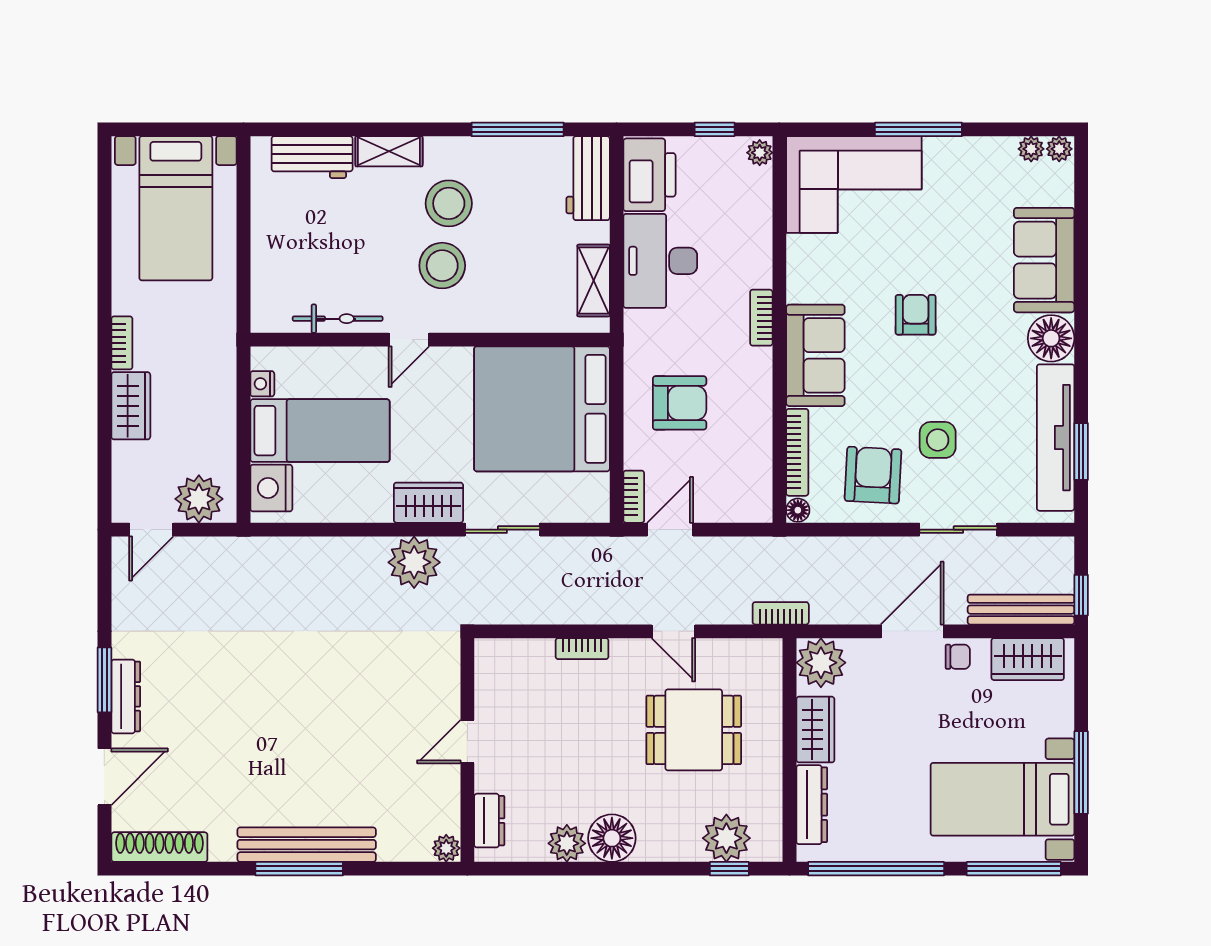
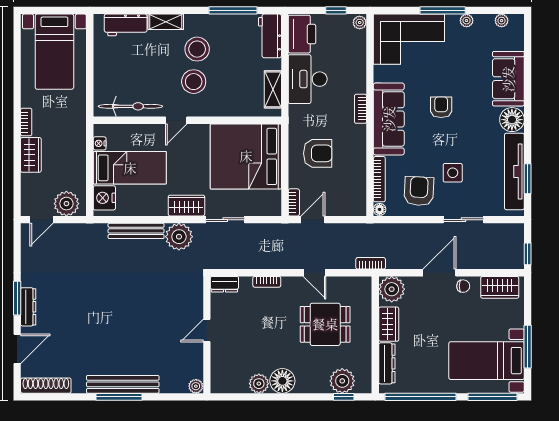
plant: (1059, 149) -> (467, 21), moved
bicycle: (338, 319) -> (130, 106), width x1.37, depth x1.40
sofa: (815, 355) -> (389, 119), width x1.36
bench: (1021, 610) -> (136, 231), moved
dresser: (489, 821) -> (224, 284), moved, turned 90

